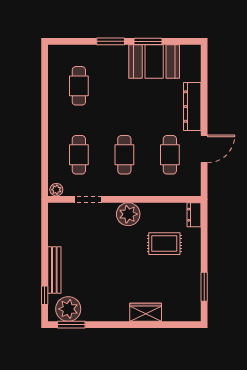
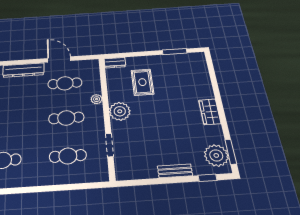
plant: (56, 190) -> (97, 99), moved
bench: (54, 270) -> (175, 171), width x0.73
wardrobe: (146, 312) -> (210, 112), moved

